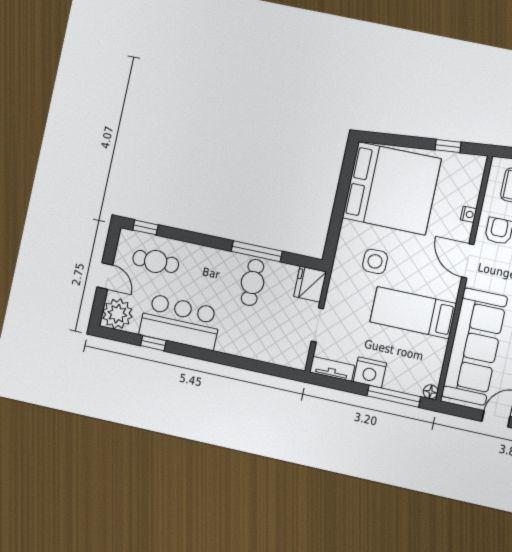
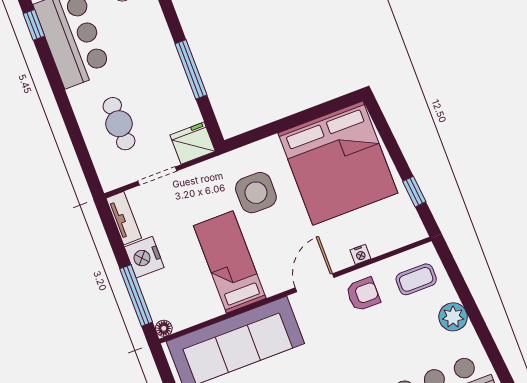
side table: (375, 261) -> (256, 193), width x1.37, depth x1.37
cafe table: (252, 282) -> (119, 124), moved, turned 90

